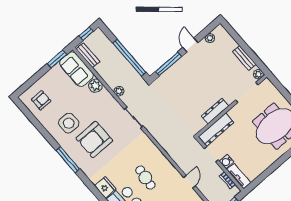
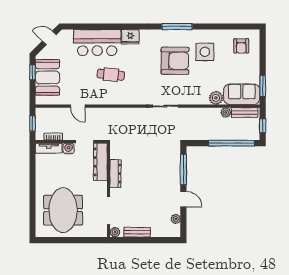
window: (129, 58) -> (232, 143), moved
plant: (119, 91) -> (226, 113), moved
armchair: (94, 139) -> (175, 61), turned 90

